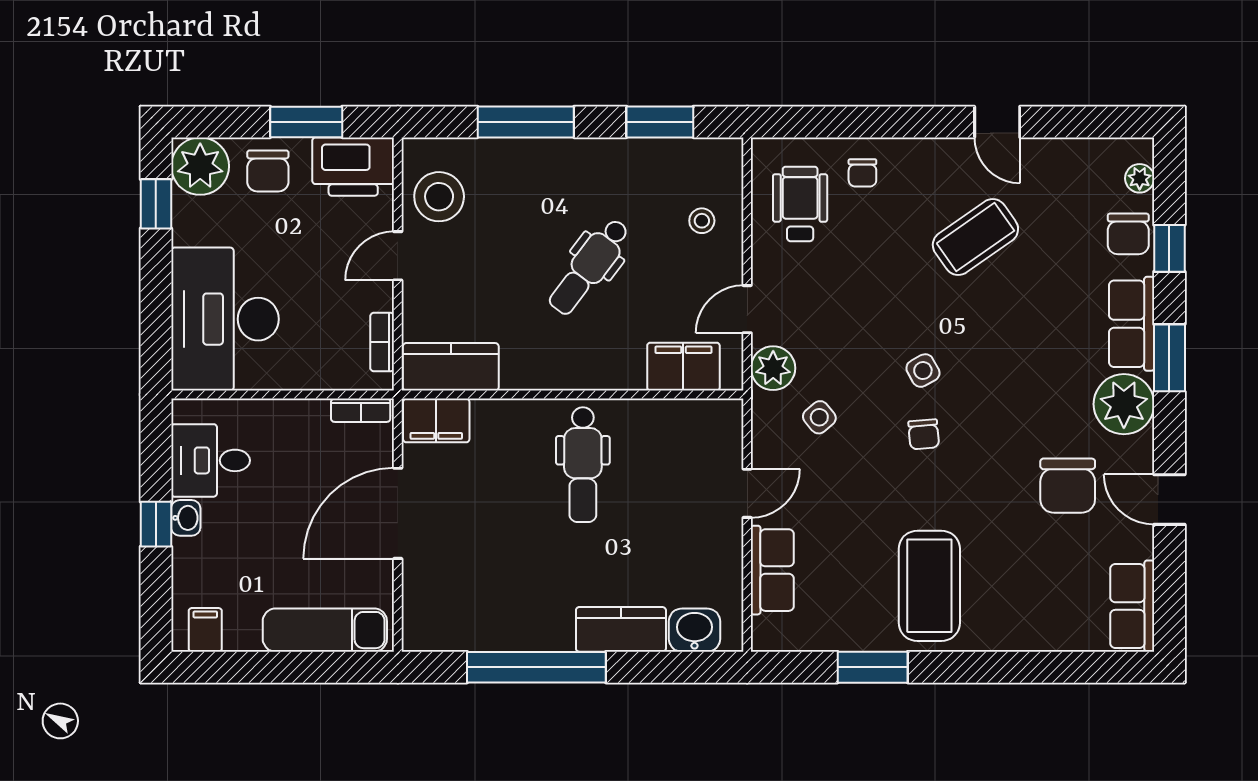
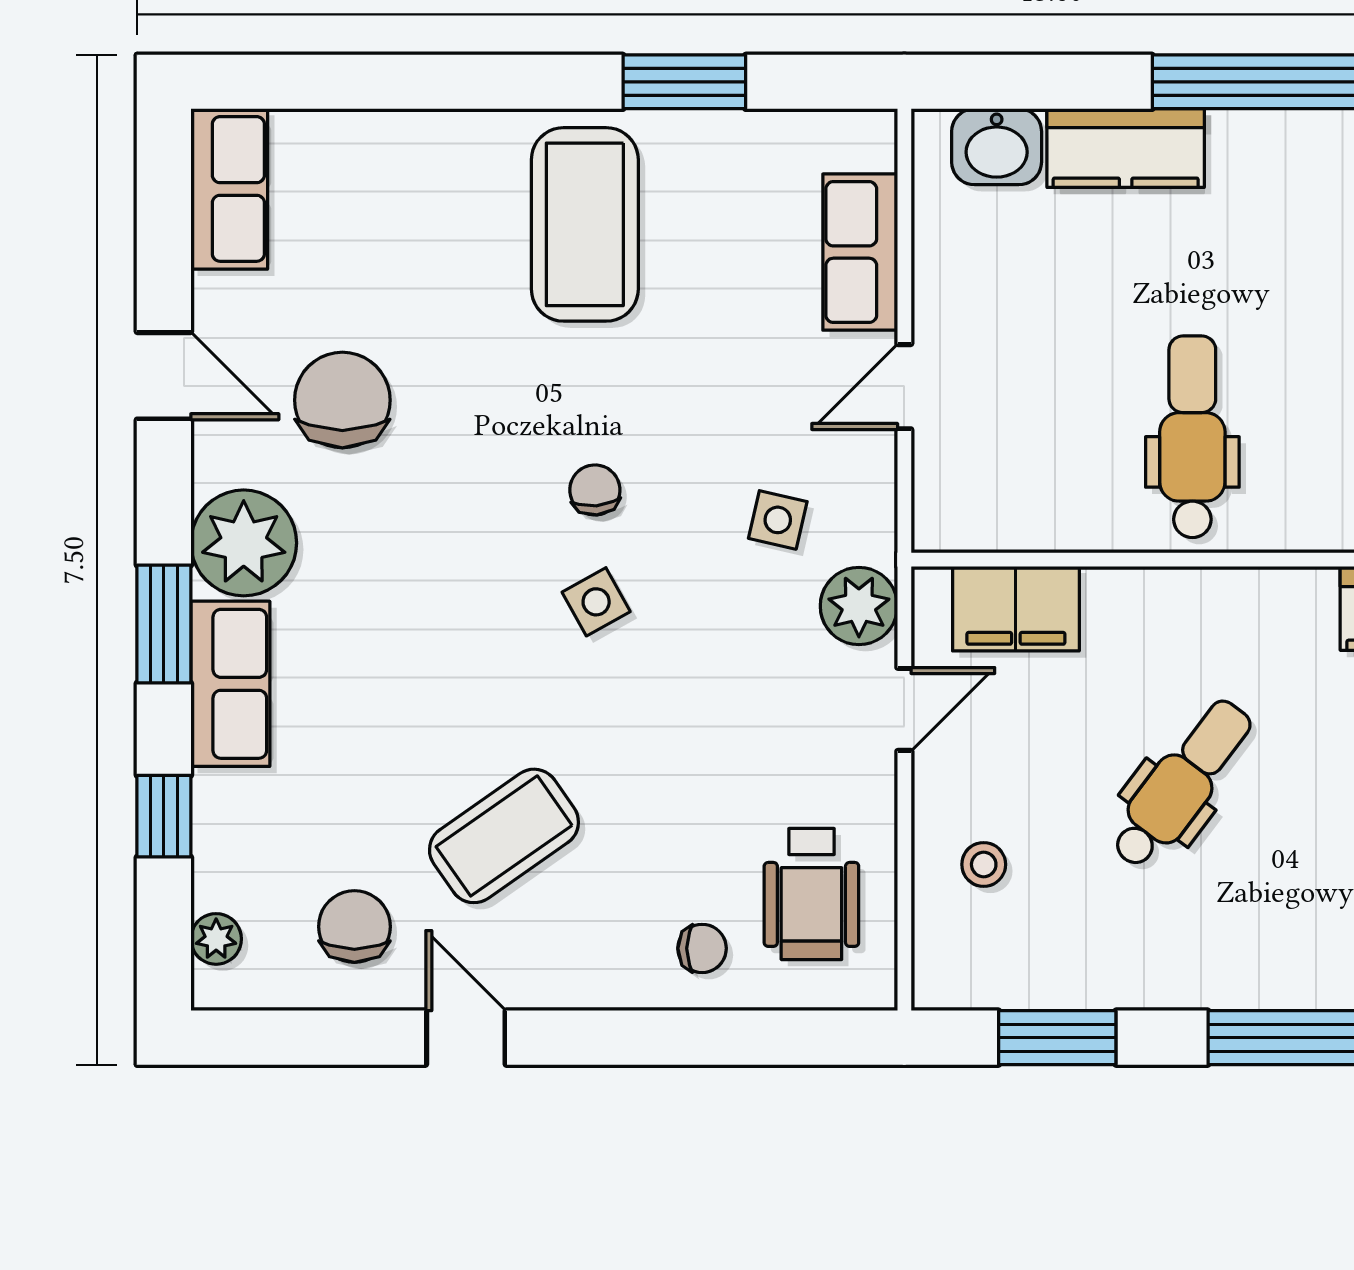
chair: (862, 173) -> (702, 948), turned 90
chair: (1128, 234) -> (354, 927), moved
side table: (819, 417) -> (778, 520), turned -37

